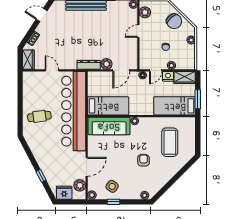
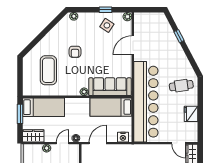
plant: (106, 64) -> (113, 150), removed
dresser: (89, 65) -> (131, 149), removed
door: (52, 70) -> (179, 143), moved
nightstand: (168, 76) -> (123, 137), moved
cafe table: (39, 116) -> (181, 86), moved
plant: (80, 185) -> (140, 26), removed
fridge: (64, 193) -> (191, 114), moved, turned 90

